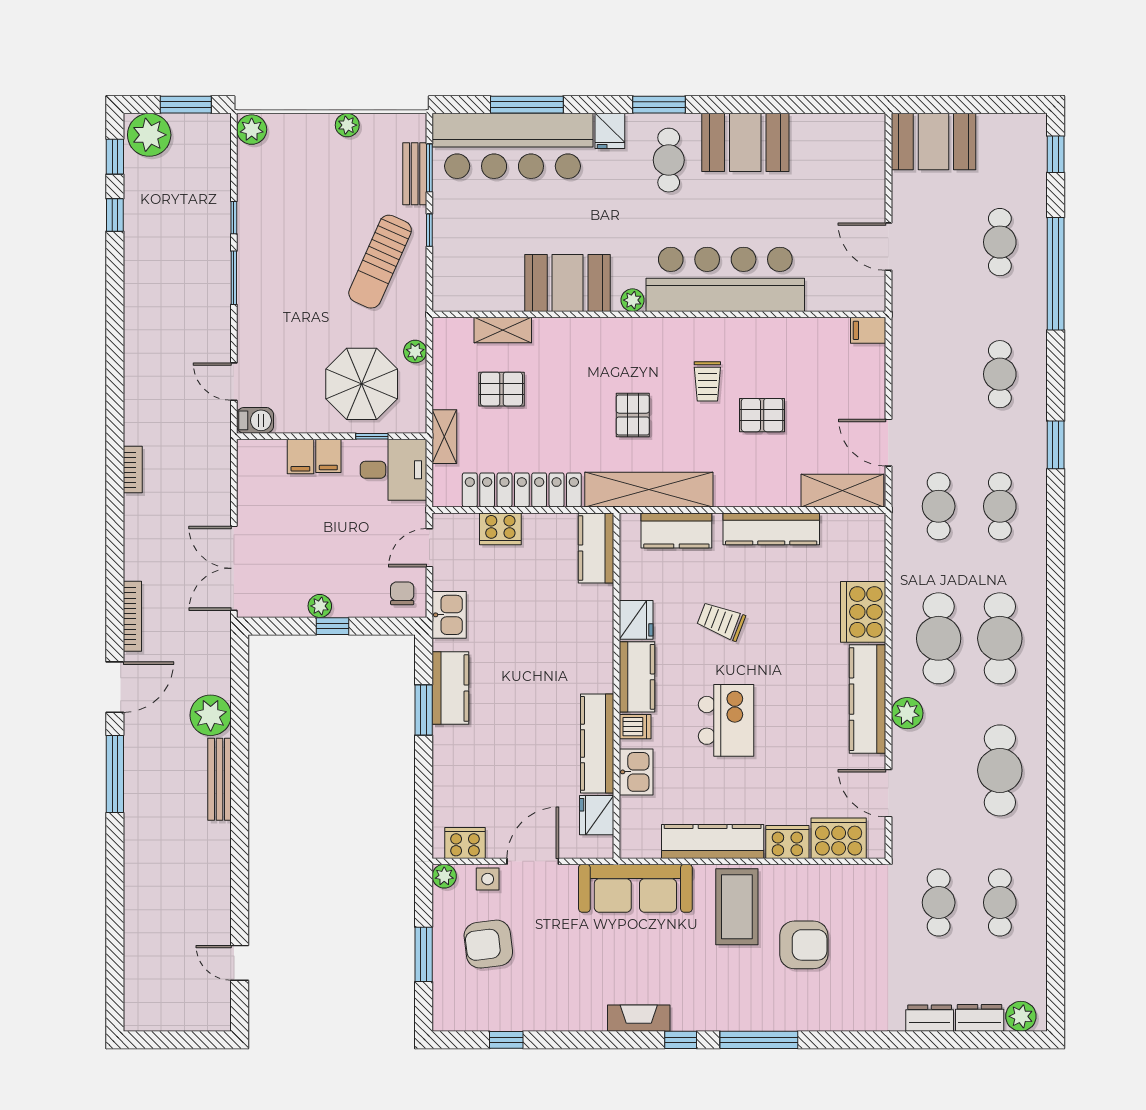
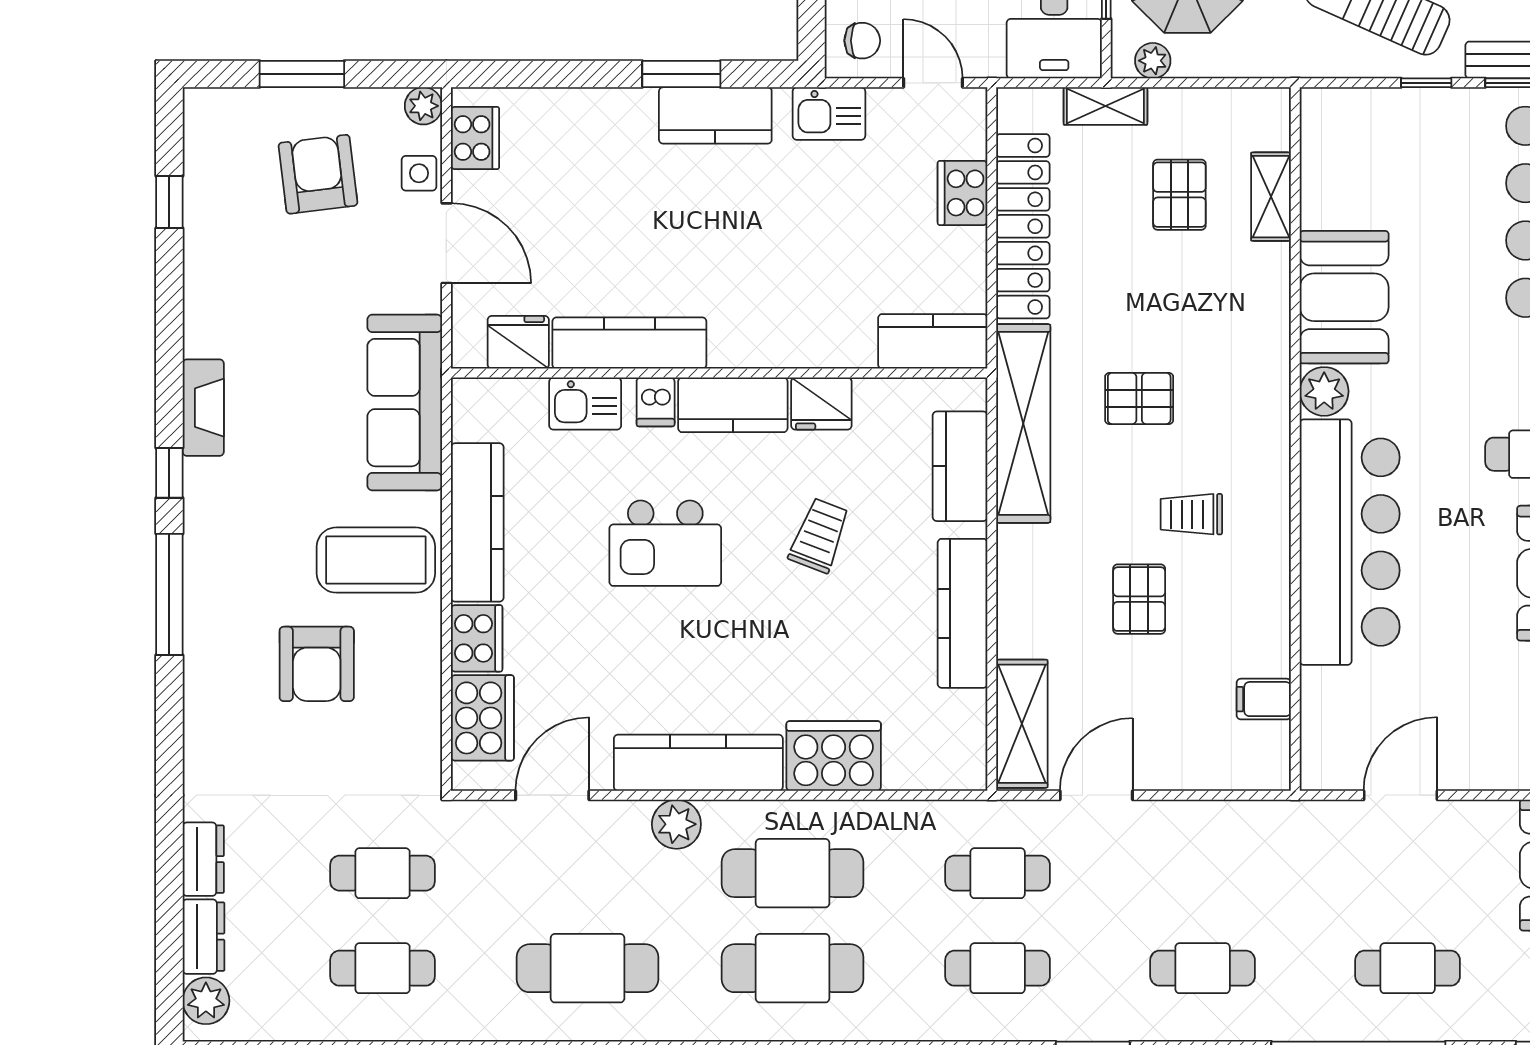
plant: (633, 300) -> (1324, 391), width x1.38, depth x1.38
filing cabinet: (868, 330) -> (1264, 699), moved, turned -90
plant: (415, 352) -> (1153, 61), moved

